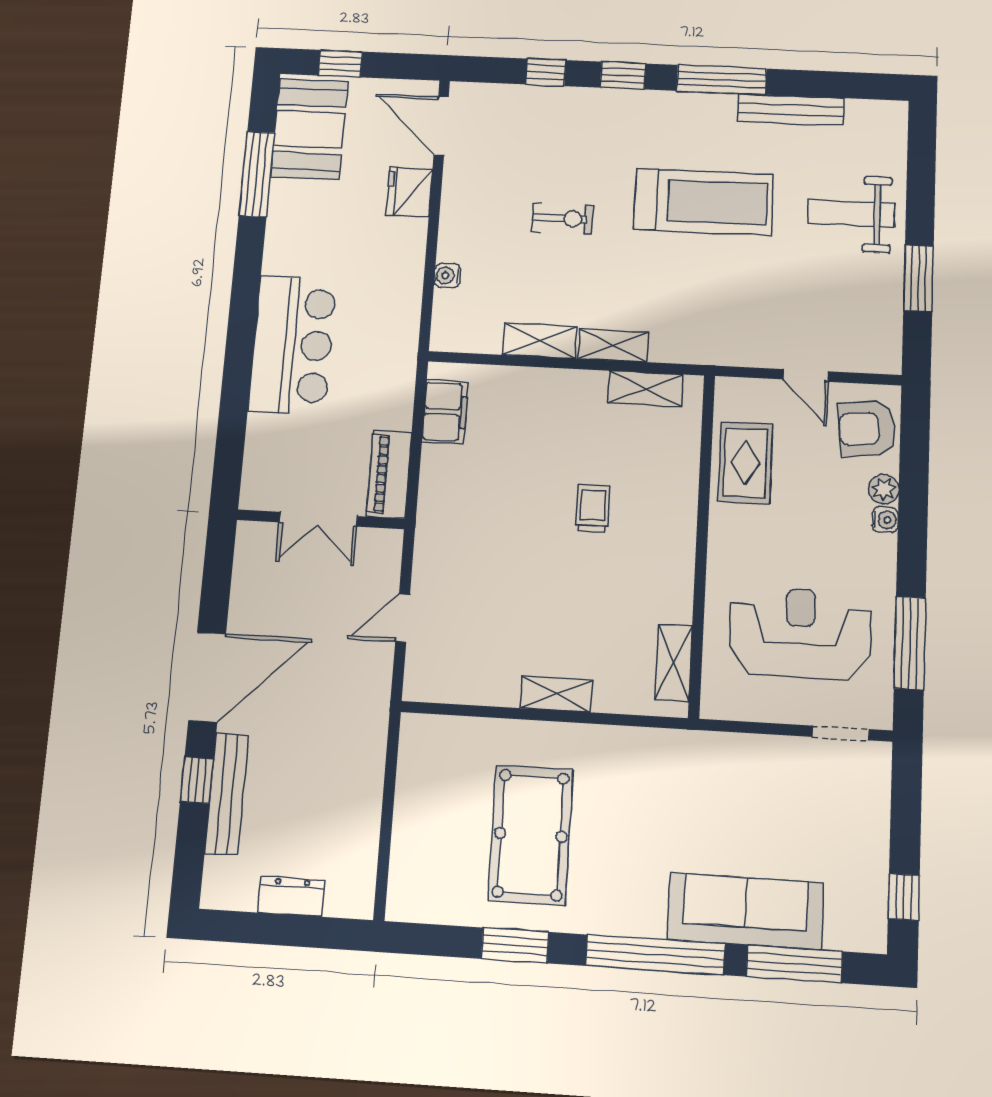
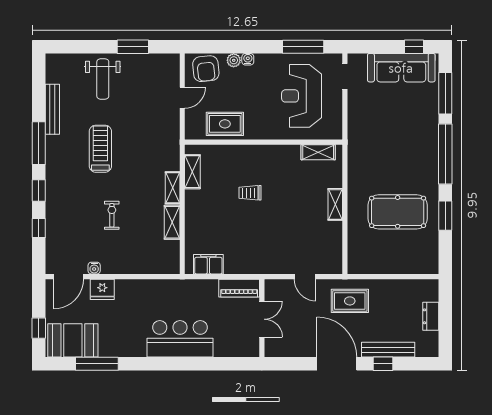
treadmill: (704, 202) -> (100, 149), width x0.73, depth x0.73
water cooler: (447, 276) -> (94, 268), moved
rug: (341, 714) -> (350, 301), added
sofa: (745, 911) -> (401, 68), moved, turned -90

